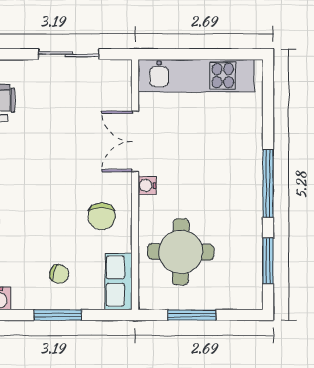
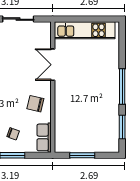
water cooler: (147, 185) -> (59, 88), removed
chair: (102, 216) -> (35, 104), turned 103
round table: (181, 252) -> (77, 122), removed

